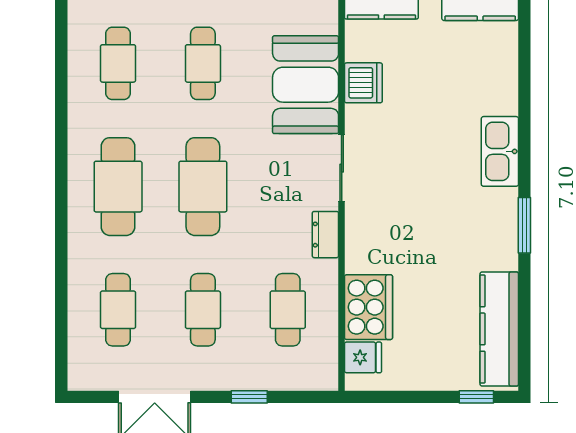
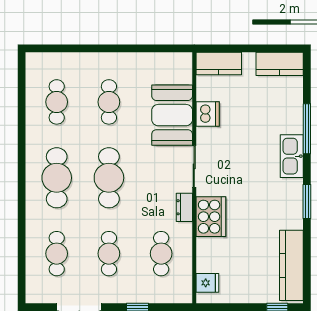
window: (524, 107) -> (307, 129), added
cooker: (369, 307) -> (211, 217), moved

